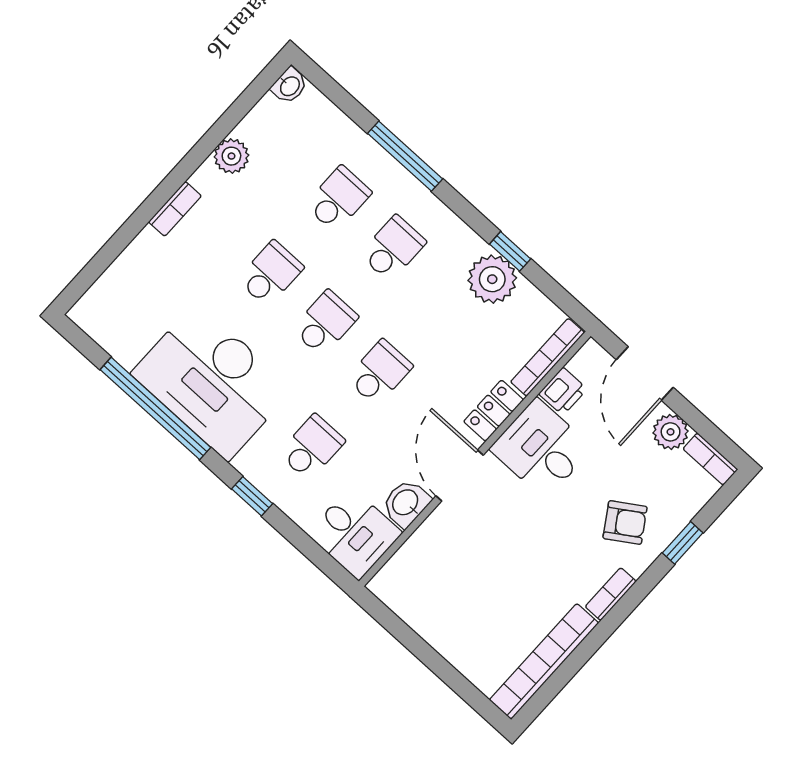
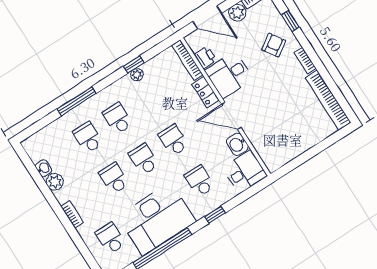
washbasin: (289, 86) -> (44, 168), moved
plant: (492, 279) -> (137, 75), width x0.53, depth x0.53
school desk: (148, 299) -> (110, 238), added

